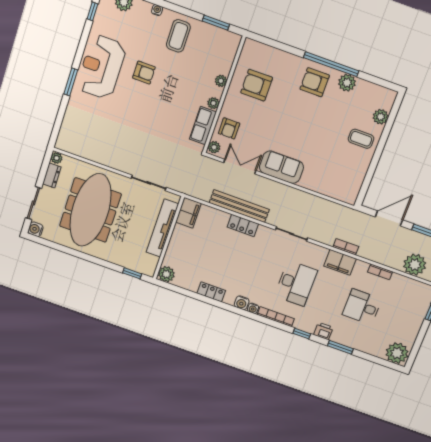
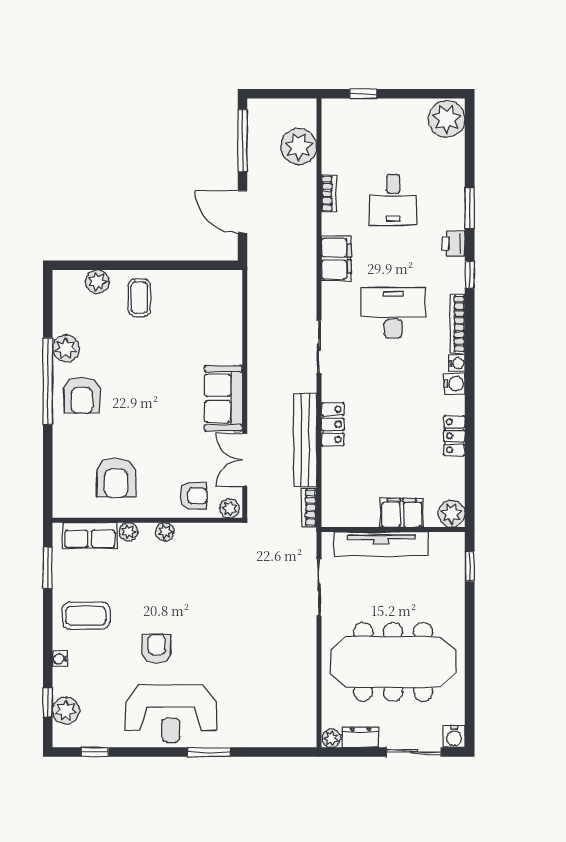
row of seats: (203, 126) -> (90, 536), moved
filing cabinet: (188, 213) -> (402, 513), moved
bookcase: (346, 247) -> (309, 508), moved

